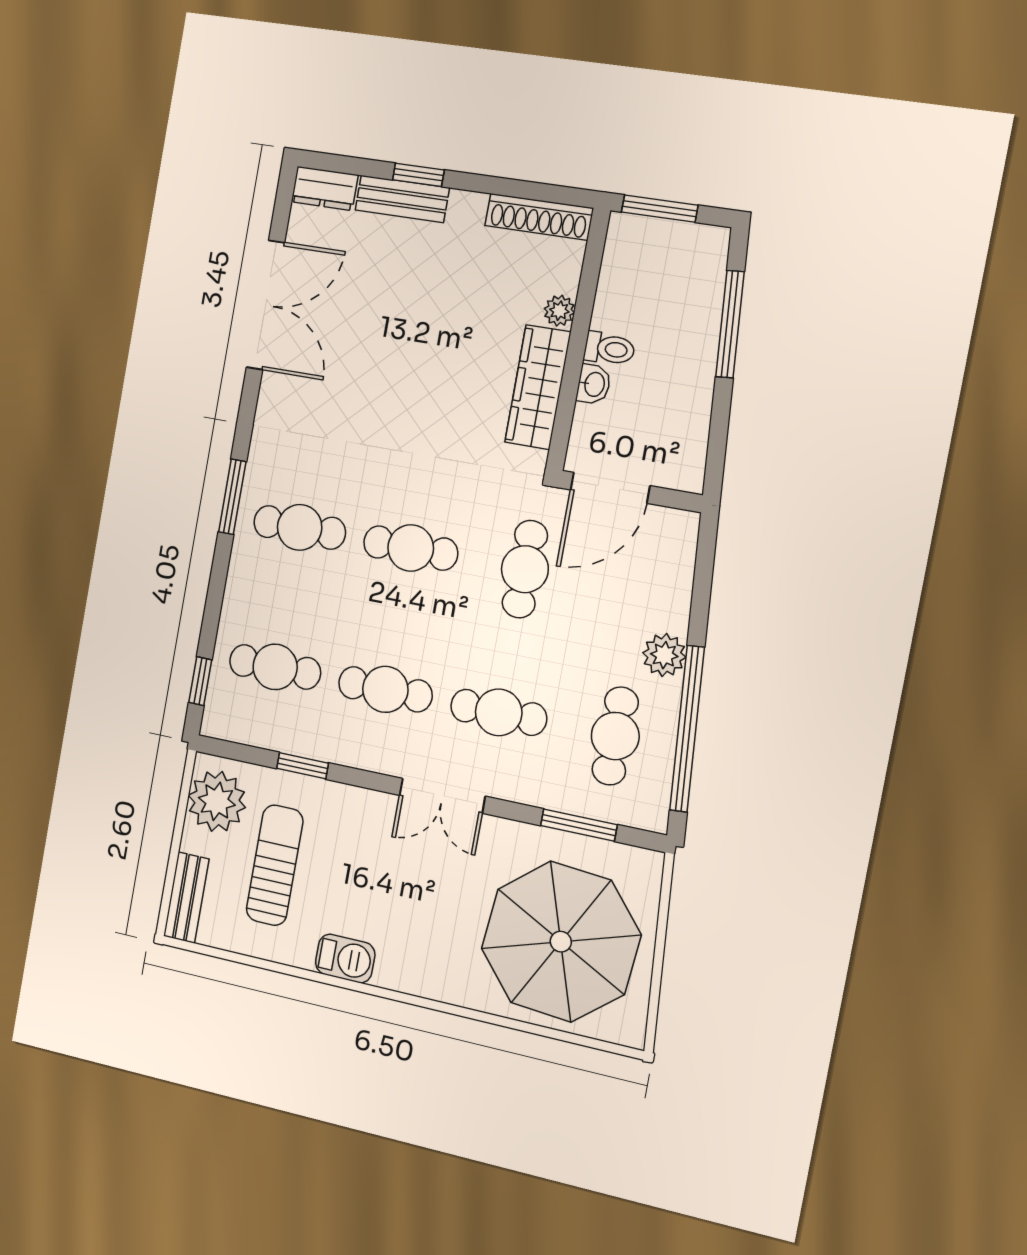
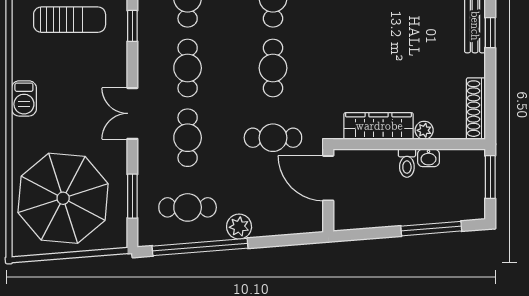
washbasin: (594, 384) -> (428, 158), moved
barbecue: (345, 958) -> (24, 98), moved

